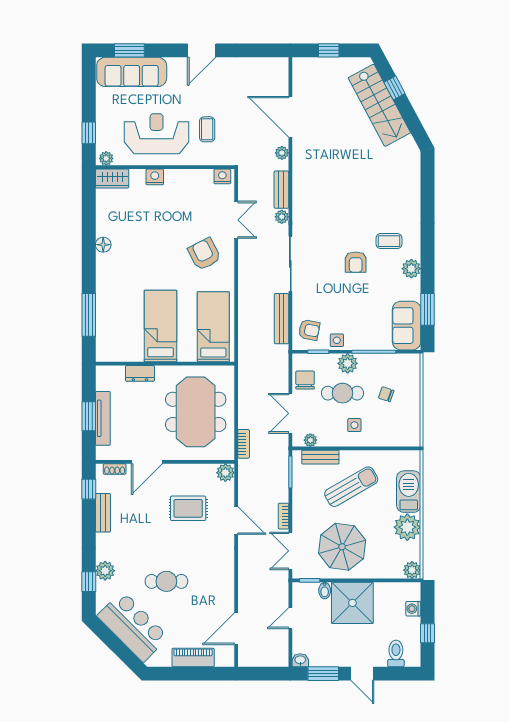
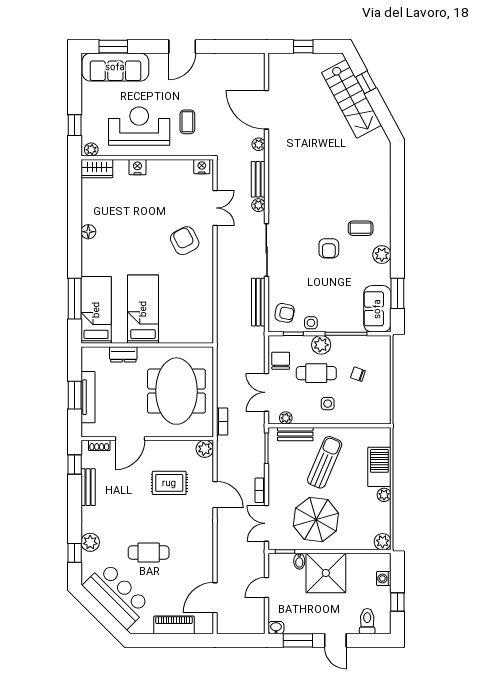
bed: (213, 327) -> (96, 310), moved
sun lounger: (351, 487) -> (325, 462), turned -37
plant: (407, 527) -> (384, 495), width x0.53, depth x0.53

